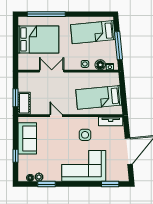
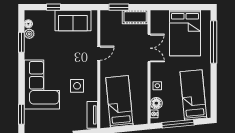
cot: (24, 103) -> (135, 17), moved

